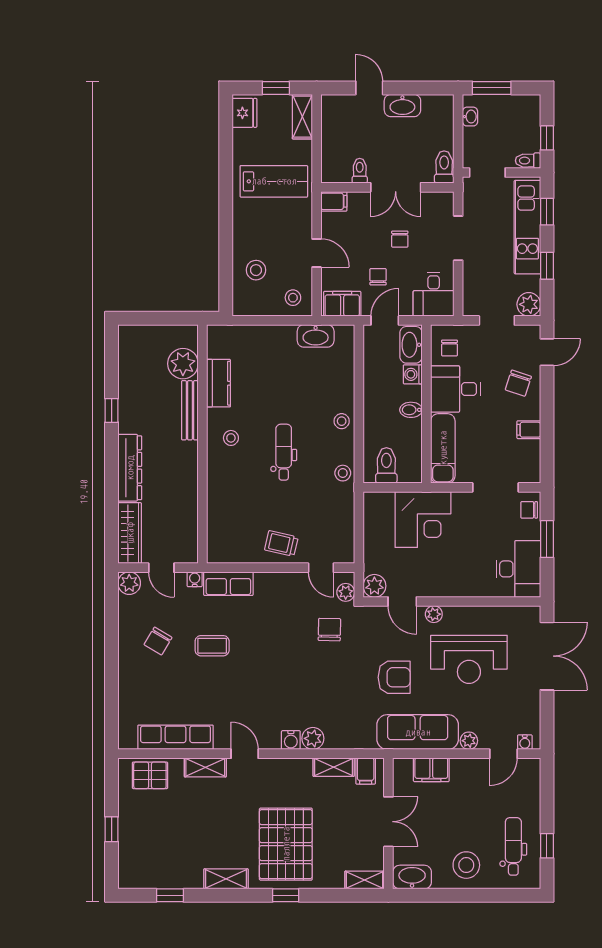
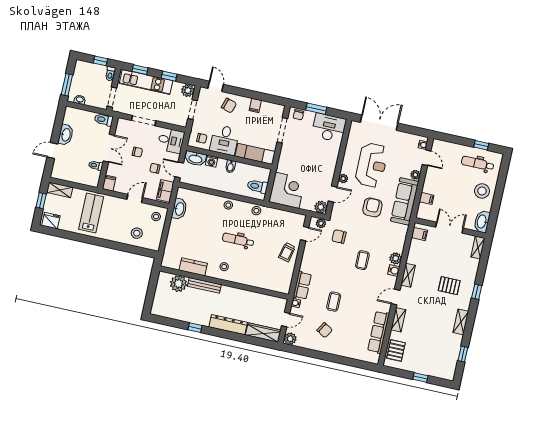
corner desk: (423, 519) -> (287, 190), moved
coffee table: (297, 680) -> (362, 260), added
shelving: (334, 767) -> (408, 275), moved
filing cabinet: (431, 770) -> (427, 198), width x0.50
pallet: (286, 844) -> (449, 286), width x0.49, depth x0.50

